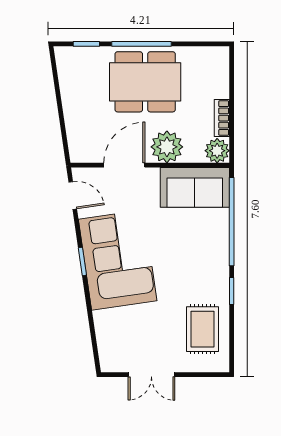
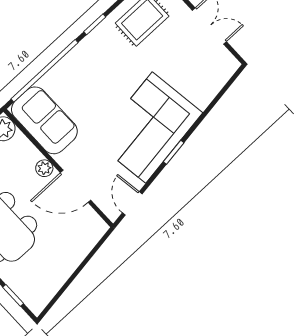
plant: (167, 147) -> (44, 168), width x0.53, depth x0.53

